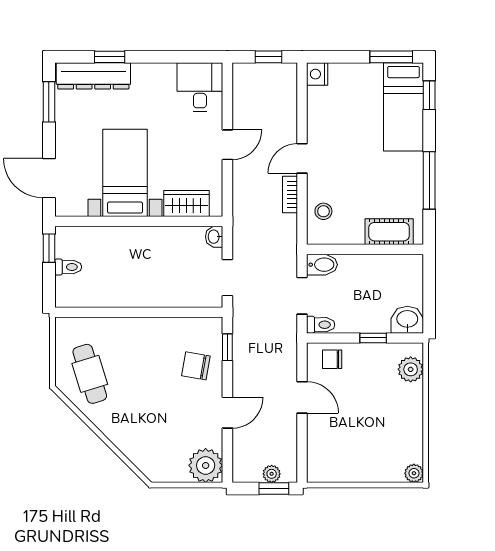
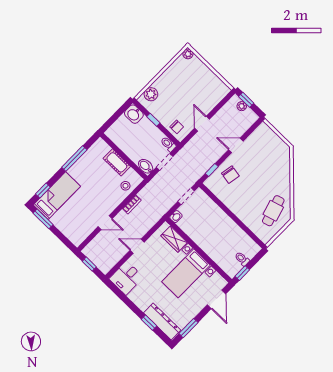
nightstand: (317, 74) -> (77, 240), removed
door: (302, 158) -> (105, 223), moved
cot: (389, 232) -> (117, 162), moved
plant: (206, 465) -> (263, 134), removed

